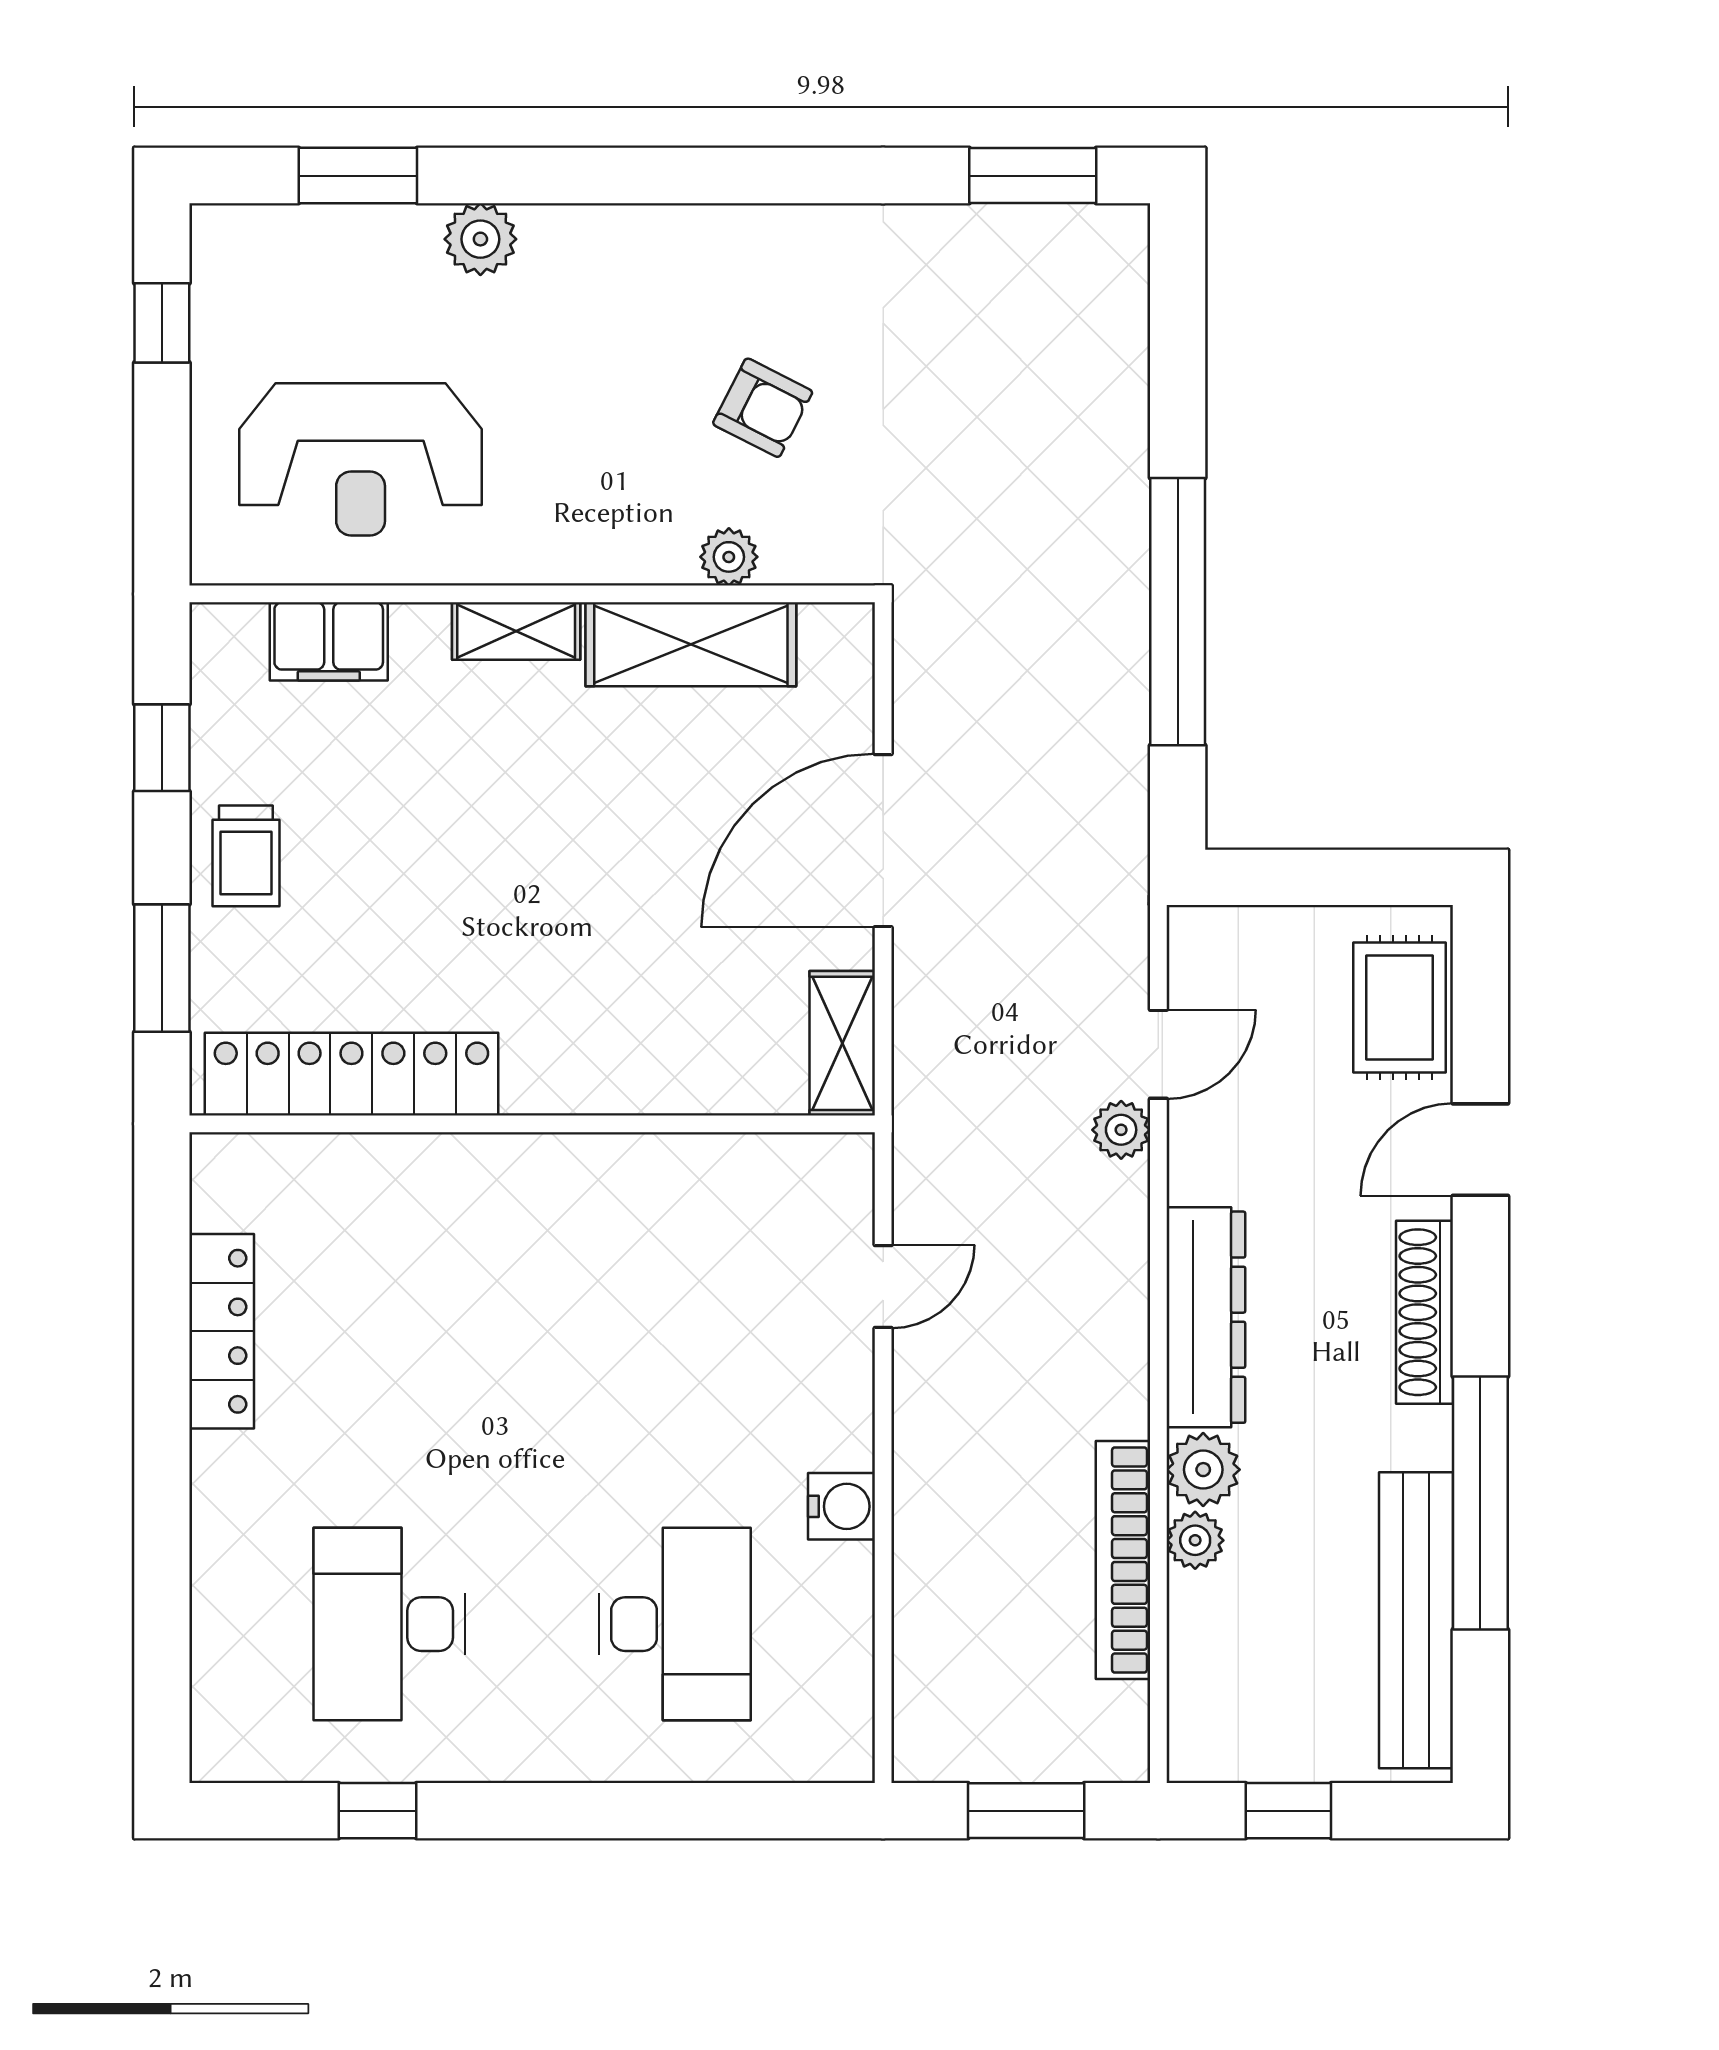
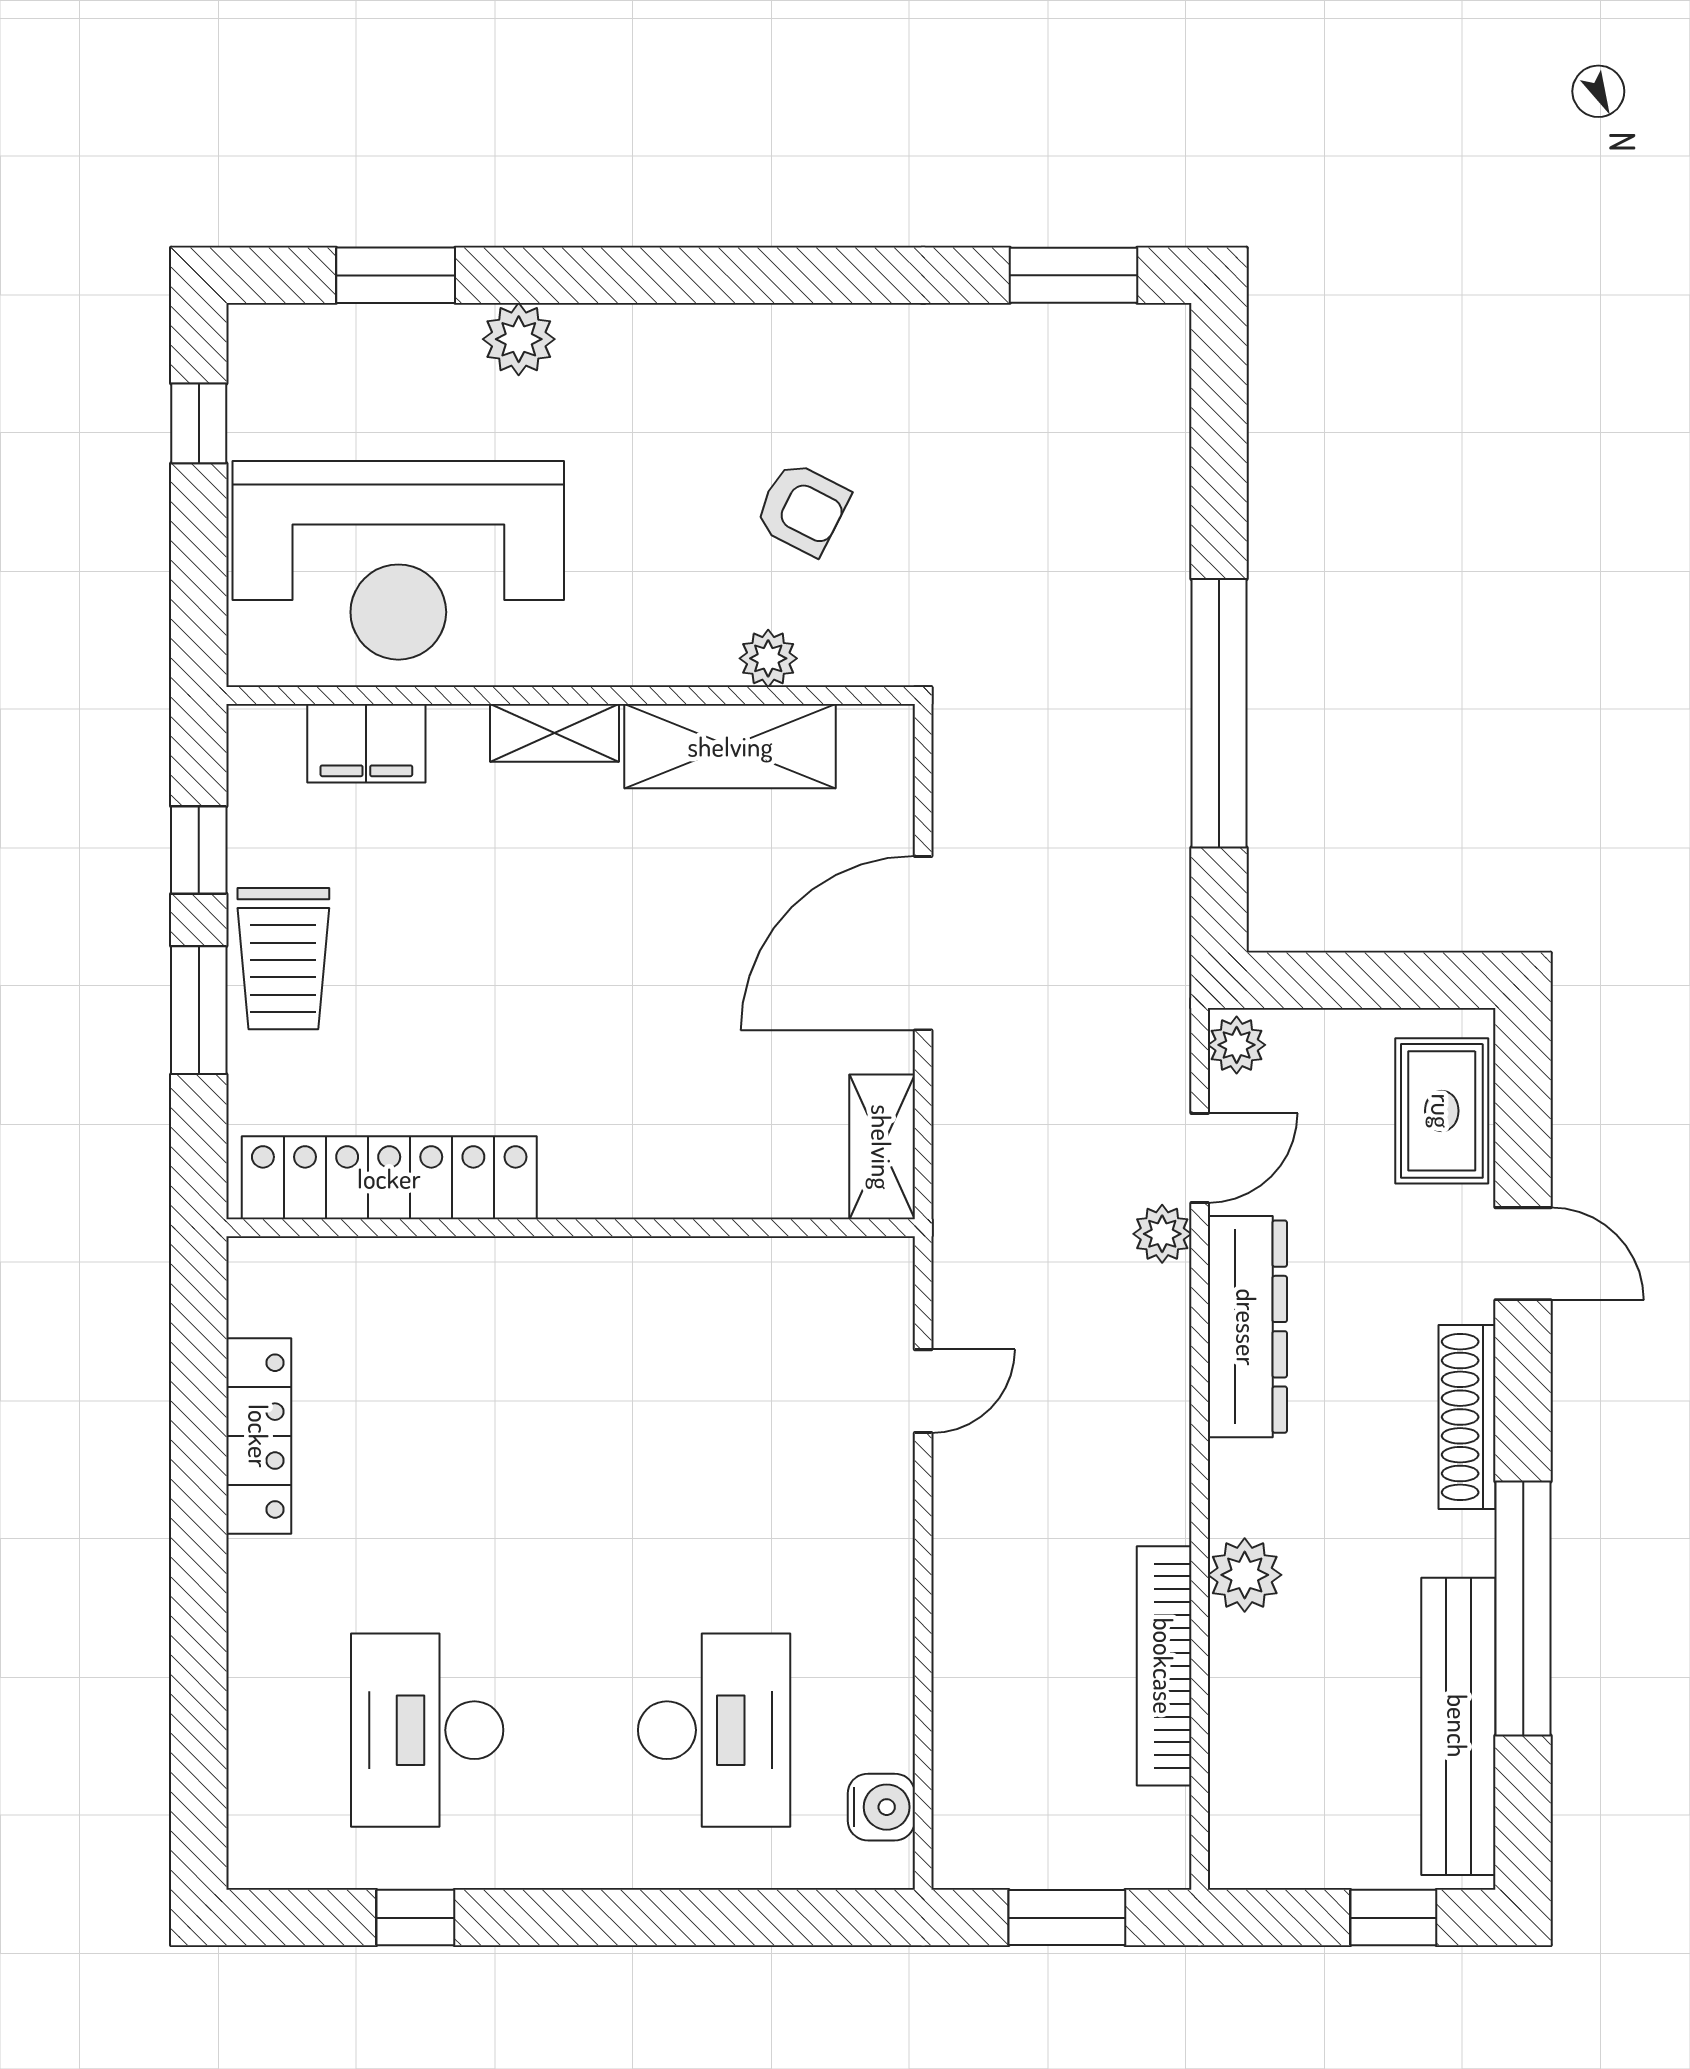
reception desk: (361, 459) -> (398, 560), width x1.36, depth x1.30
trolley: (246, 856) -> (283, 959), width x1.36, depth x1.39
window: (162, 968) -> (199, 1010), moved
door: (1480, 1150) -> (1523, 1254), swing flipped
dresser: (1206, 1317) -> (1247, 1327), moved
water cooler: (841, 1506) -> (881, 1807), moved
plant: (1195, 1540) -> (1237, 1045), moved
window: (1288, 1811) -> (1393, 1918), moved

